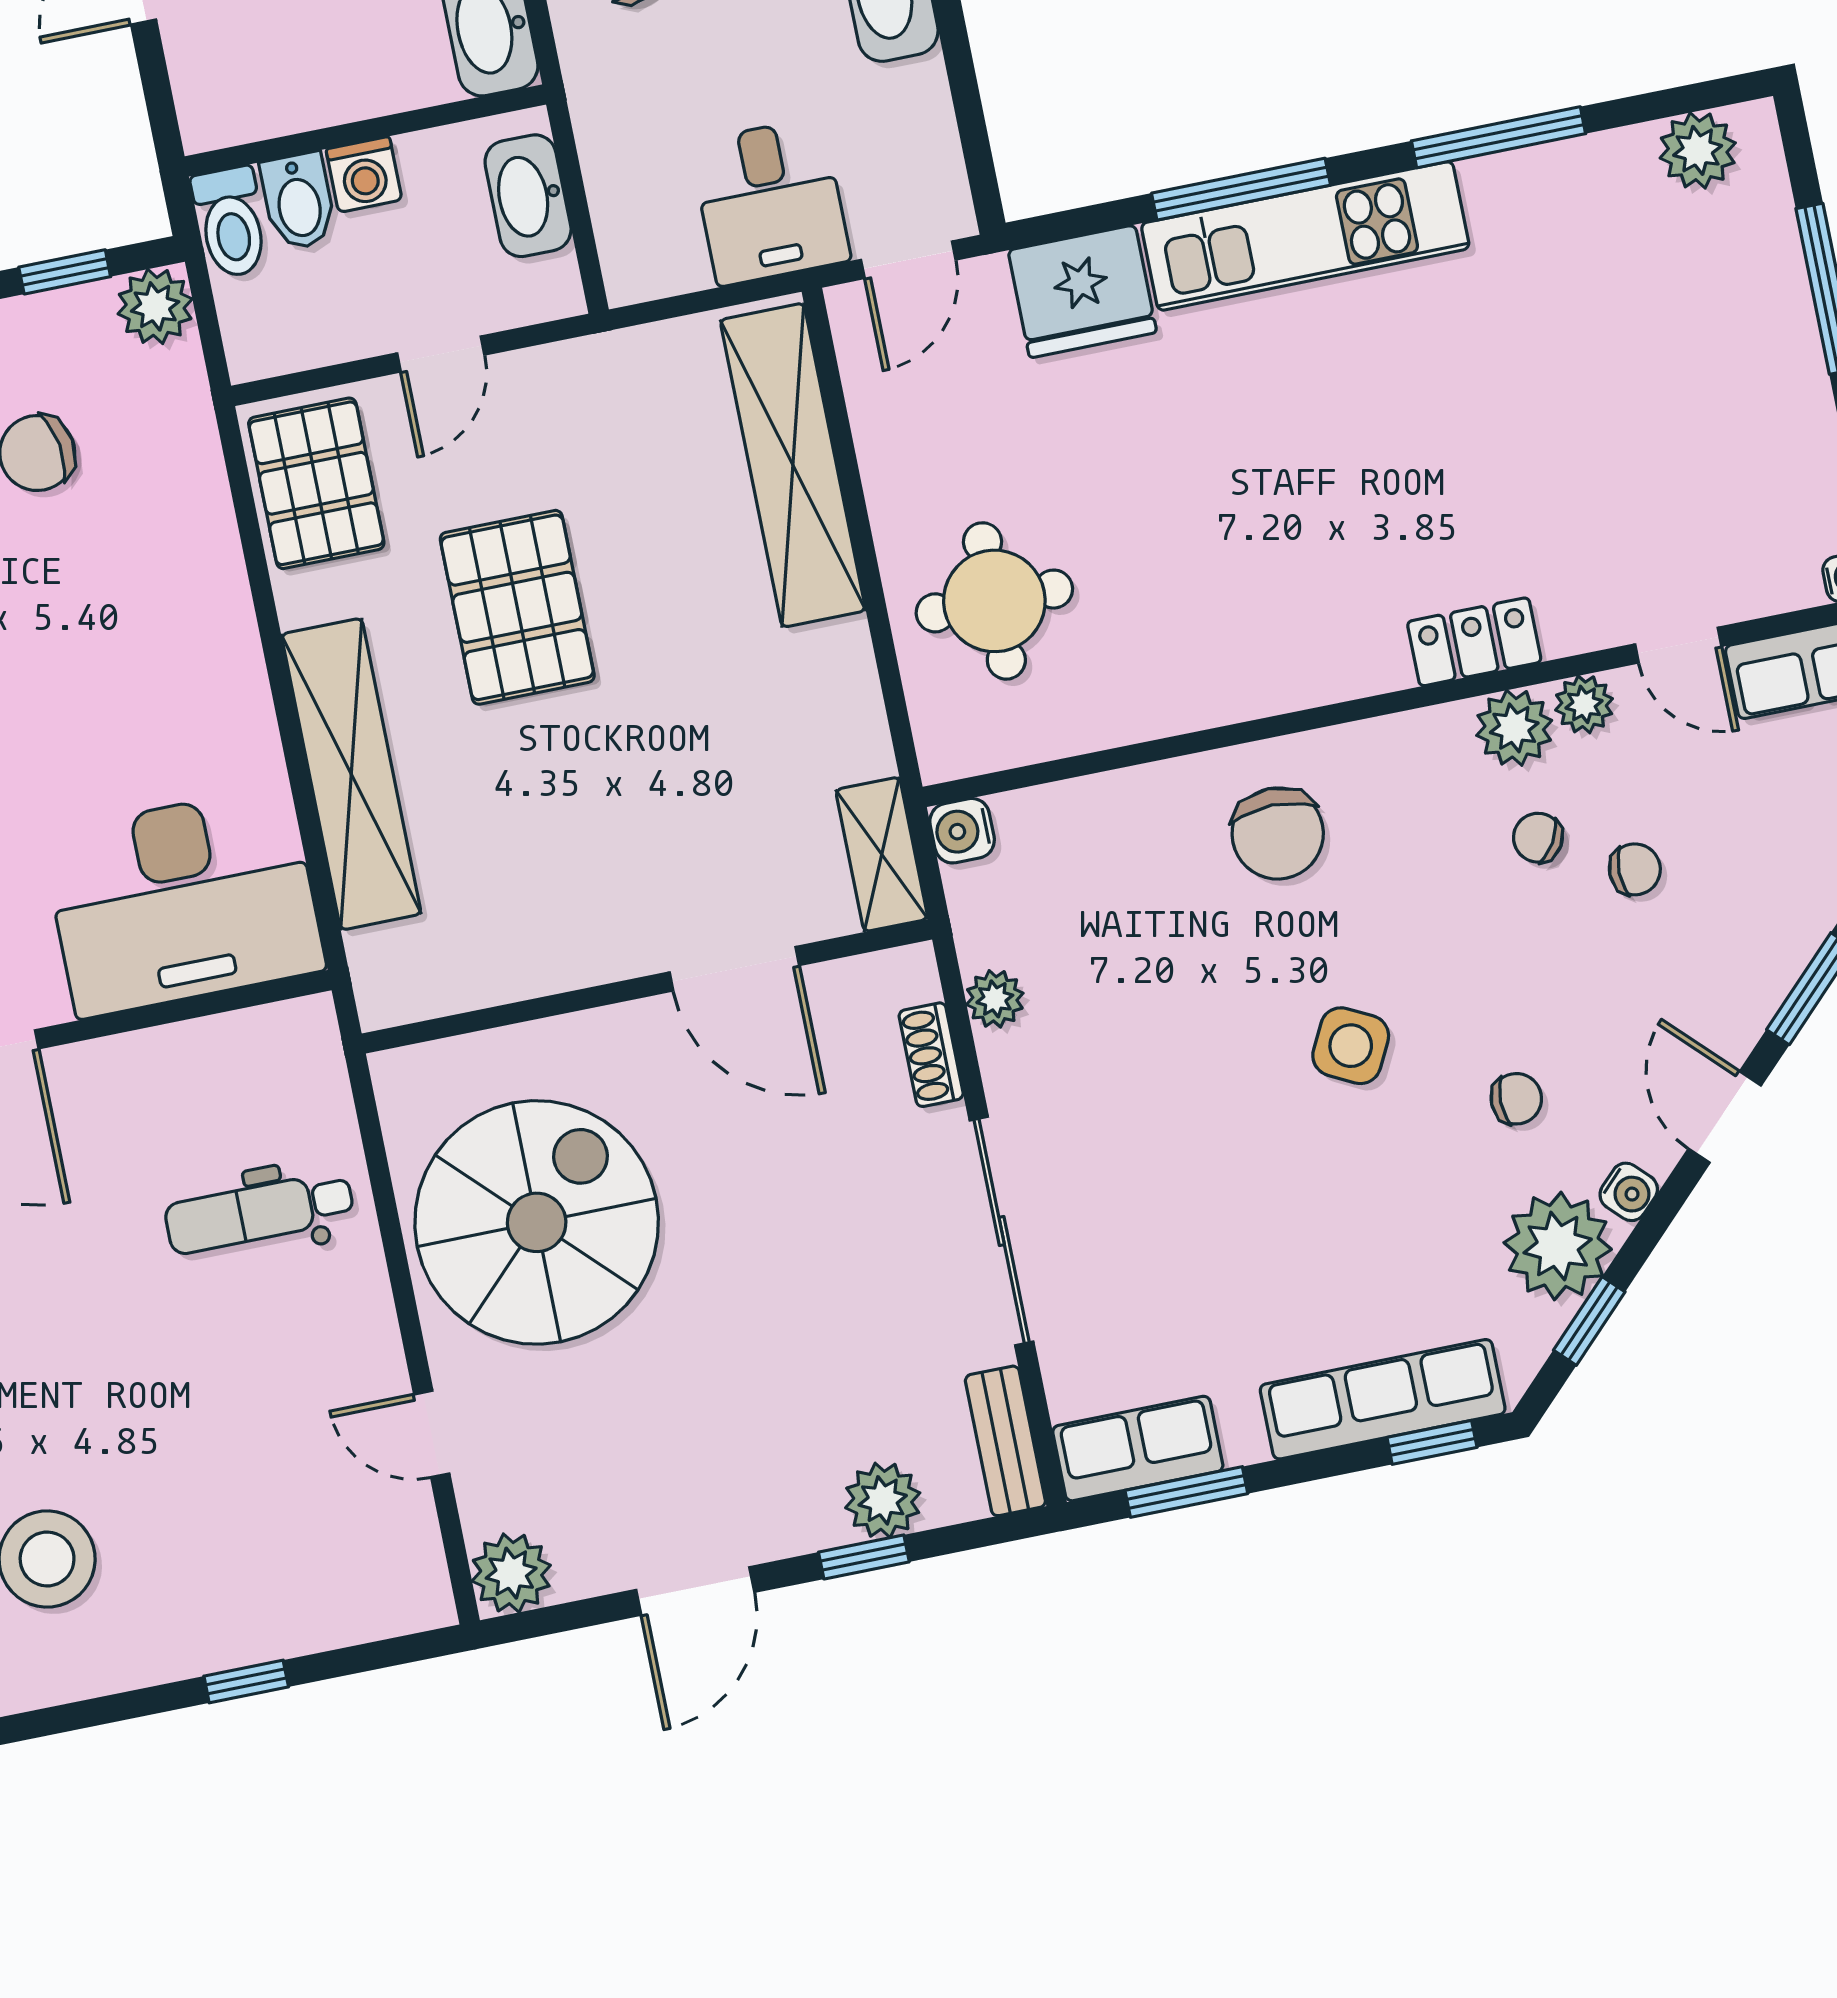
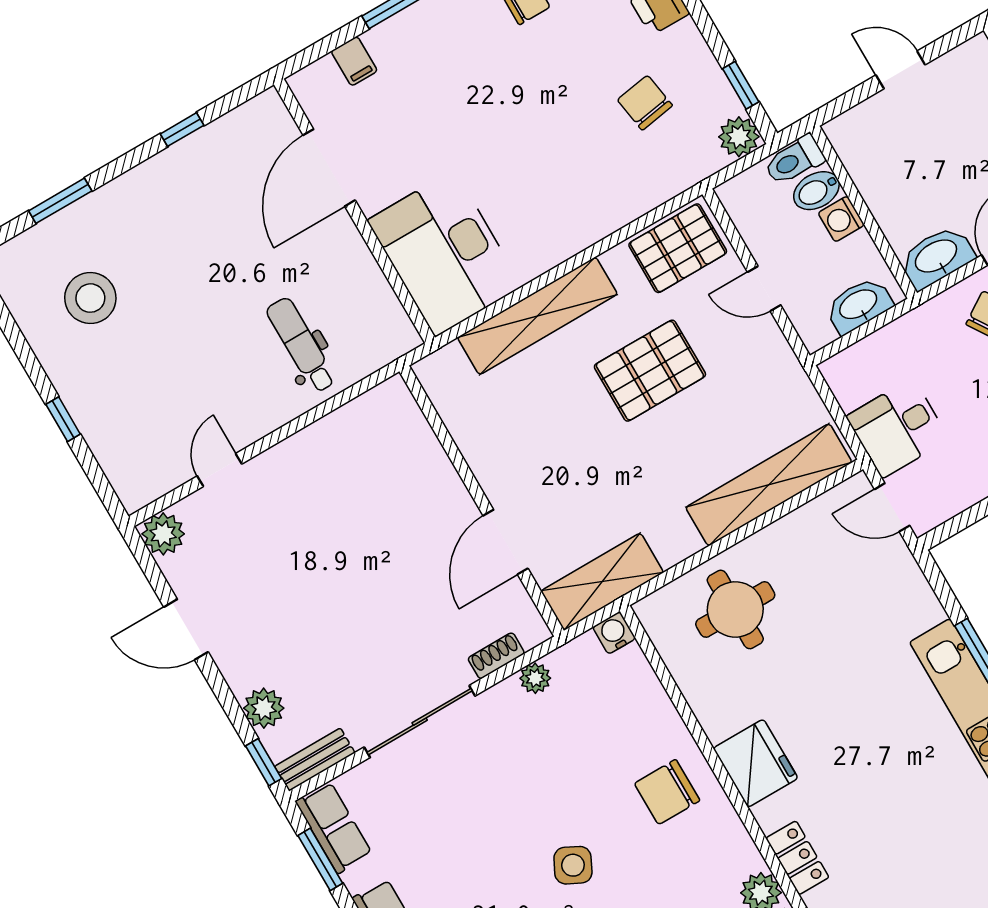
fridge: (1082, 291) -> (756, 763), moved, turned 180
shelving: (882, 854) -> (602, 582), width x1.50, depth x1.33
spiral stairs: (537, 1222) -> (344, 486), removed
window: (864, 1557) -> (264, 762), moved

